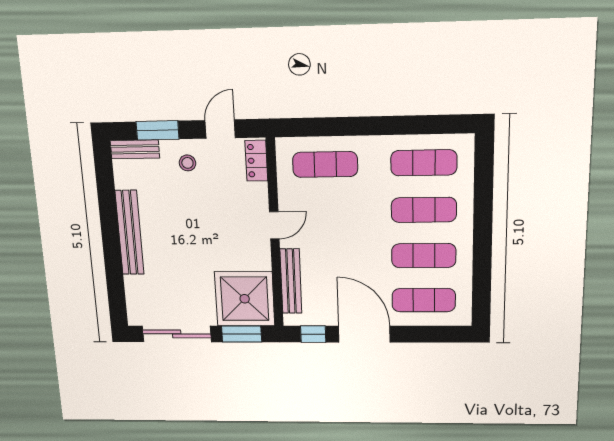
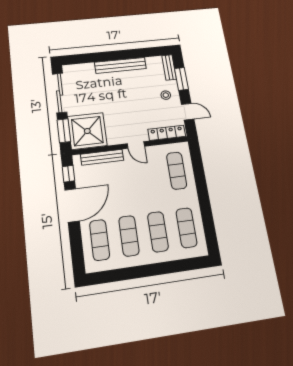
locker: (256, 161) -> (167, 133), width x1.53

